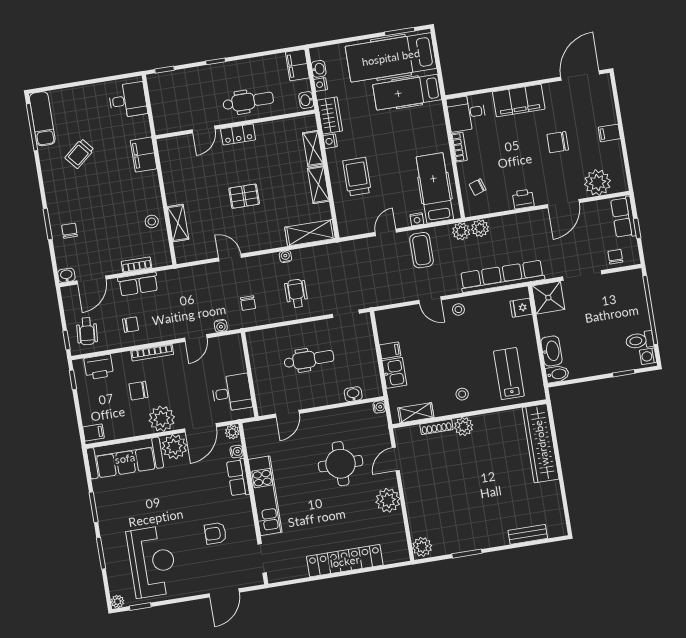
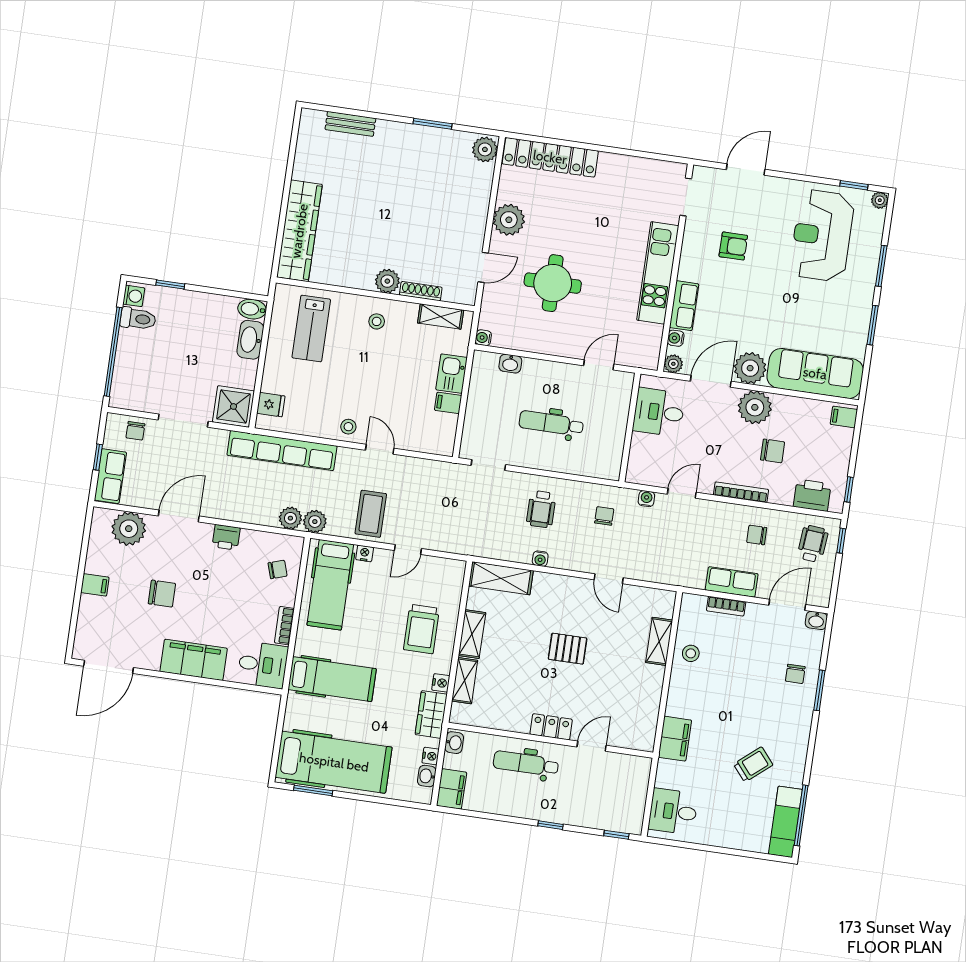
hospital bed: (407, 92) -> (332, 679), moved
locker: (345, 561) -> (550, 157), moved

